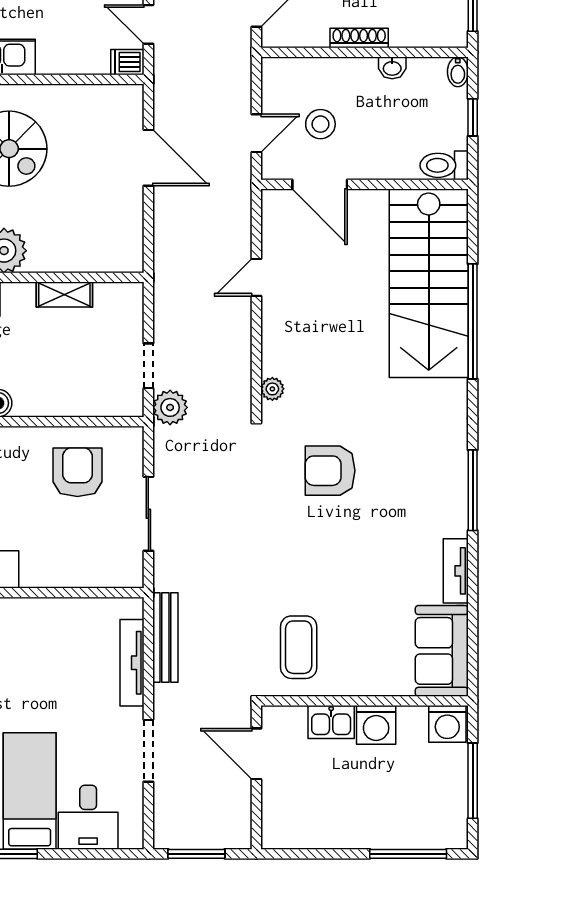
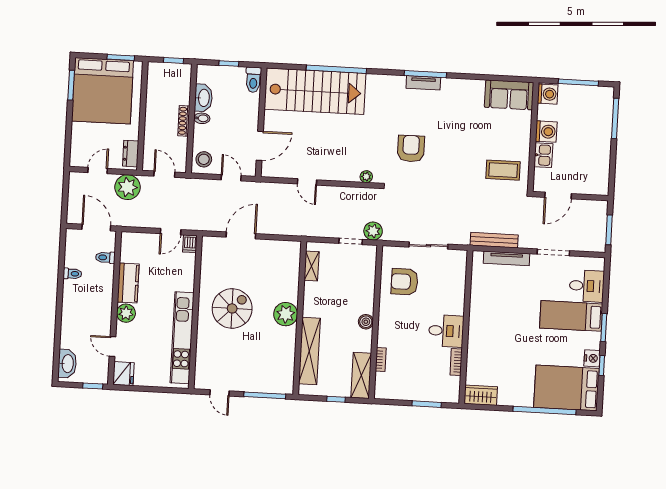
washbasin: (392, 68) -> (203, 98), width x1.91, depth x1.45
bidet: (458, 72) -> (202, 118), moved
stool: (320, 124) -> (204, 159), moved
shelving: (64, 295) -> (312, 266), moved
armchair: (330, 471) -> (411, 149), turned 180
tv unit: (456, 571) -> (423, 83), moved

